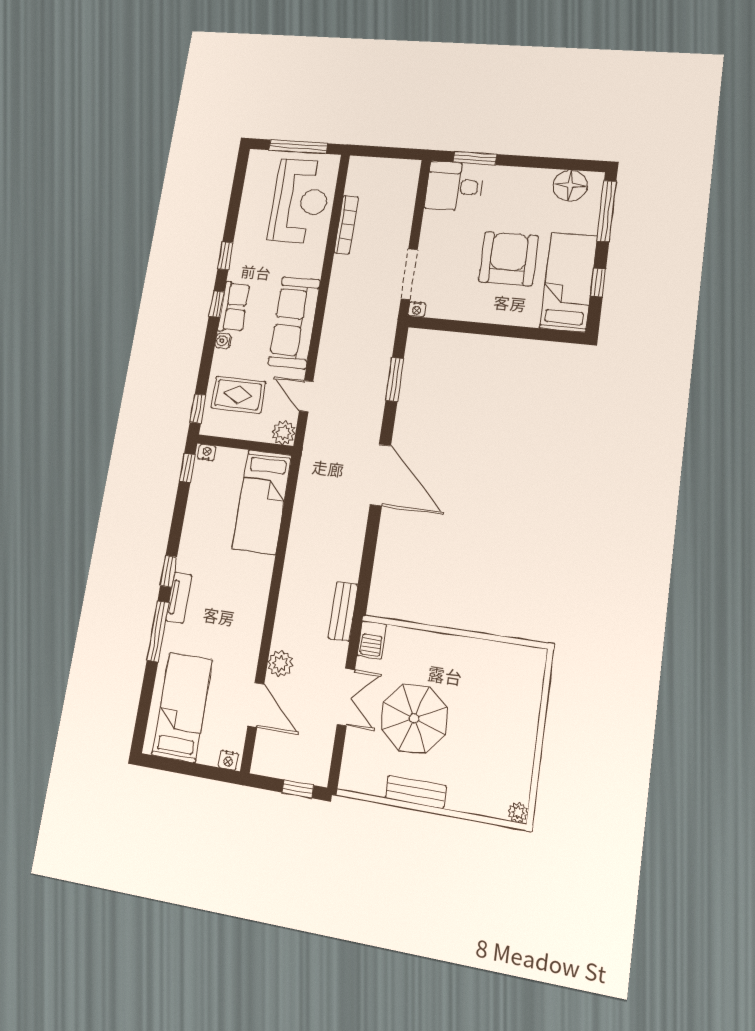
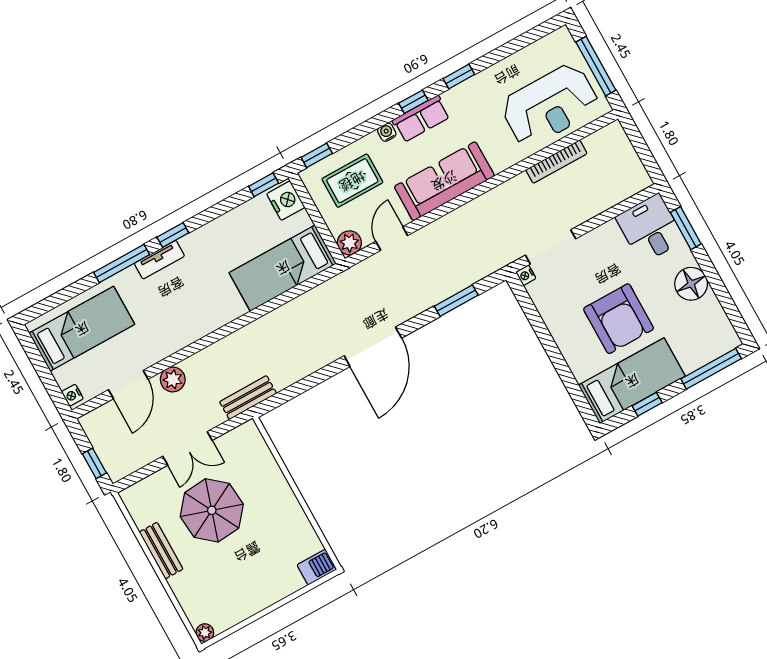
floor lamp: (570, 186) -> (691, 284), moved
armchair: (508, 259) -> (619, 319), turned 90
rug: (238, 395) -> (352, 181), turned 90
nightstand: (207, 452) -> (286, 201), width x1.89, depth x1.79
barbecue: (372, 640) -> (317, 567), moved, turned 180

